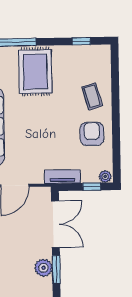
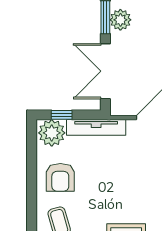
tv unit: (62, 177) -> (96, 127), width x1.41
plant: (105, 177) -> (52, 133), width x1.88, depth x1.88

